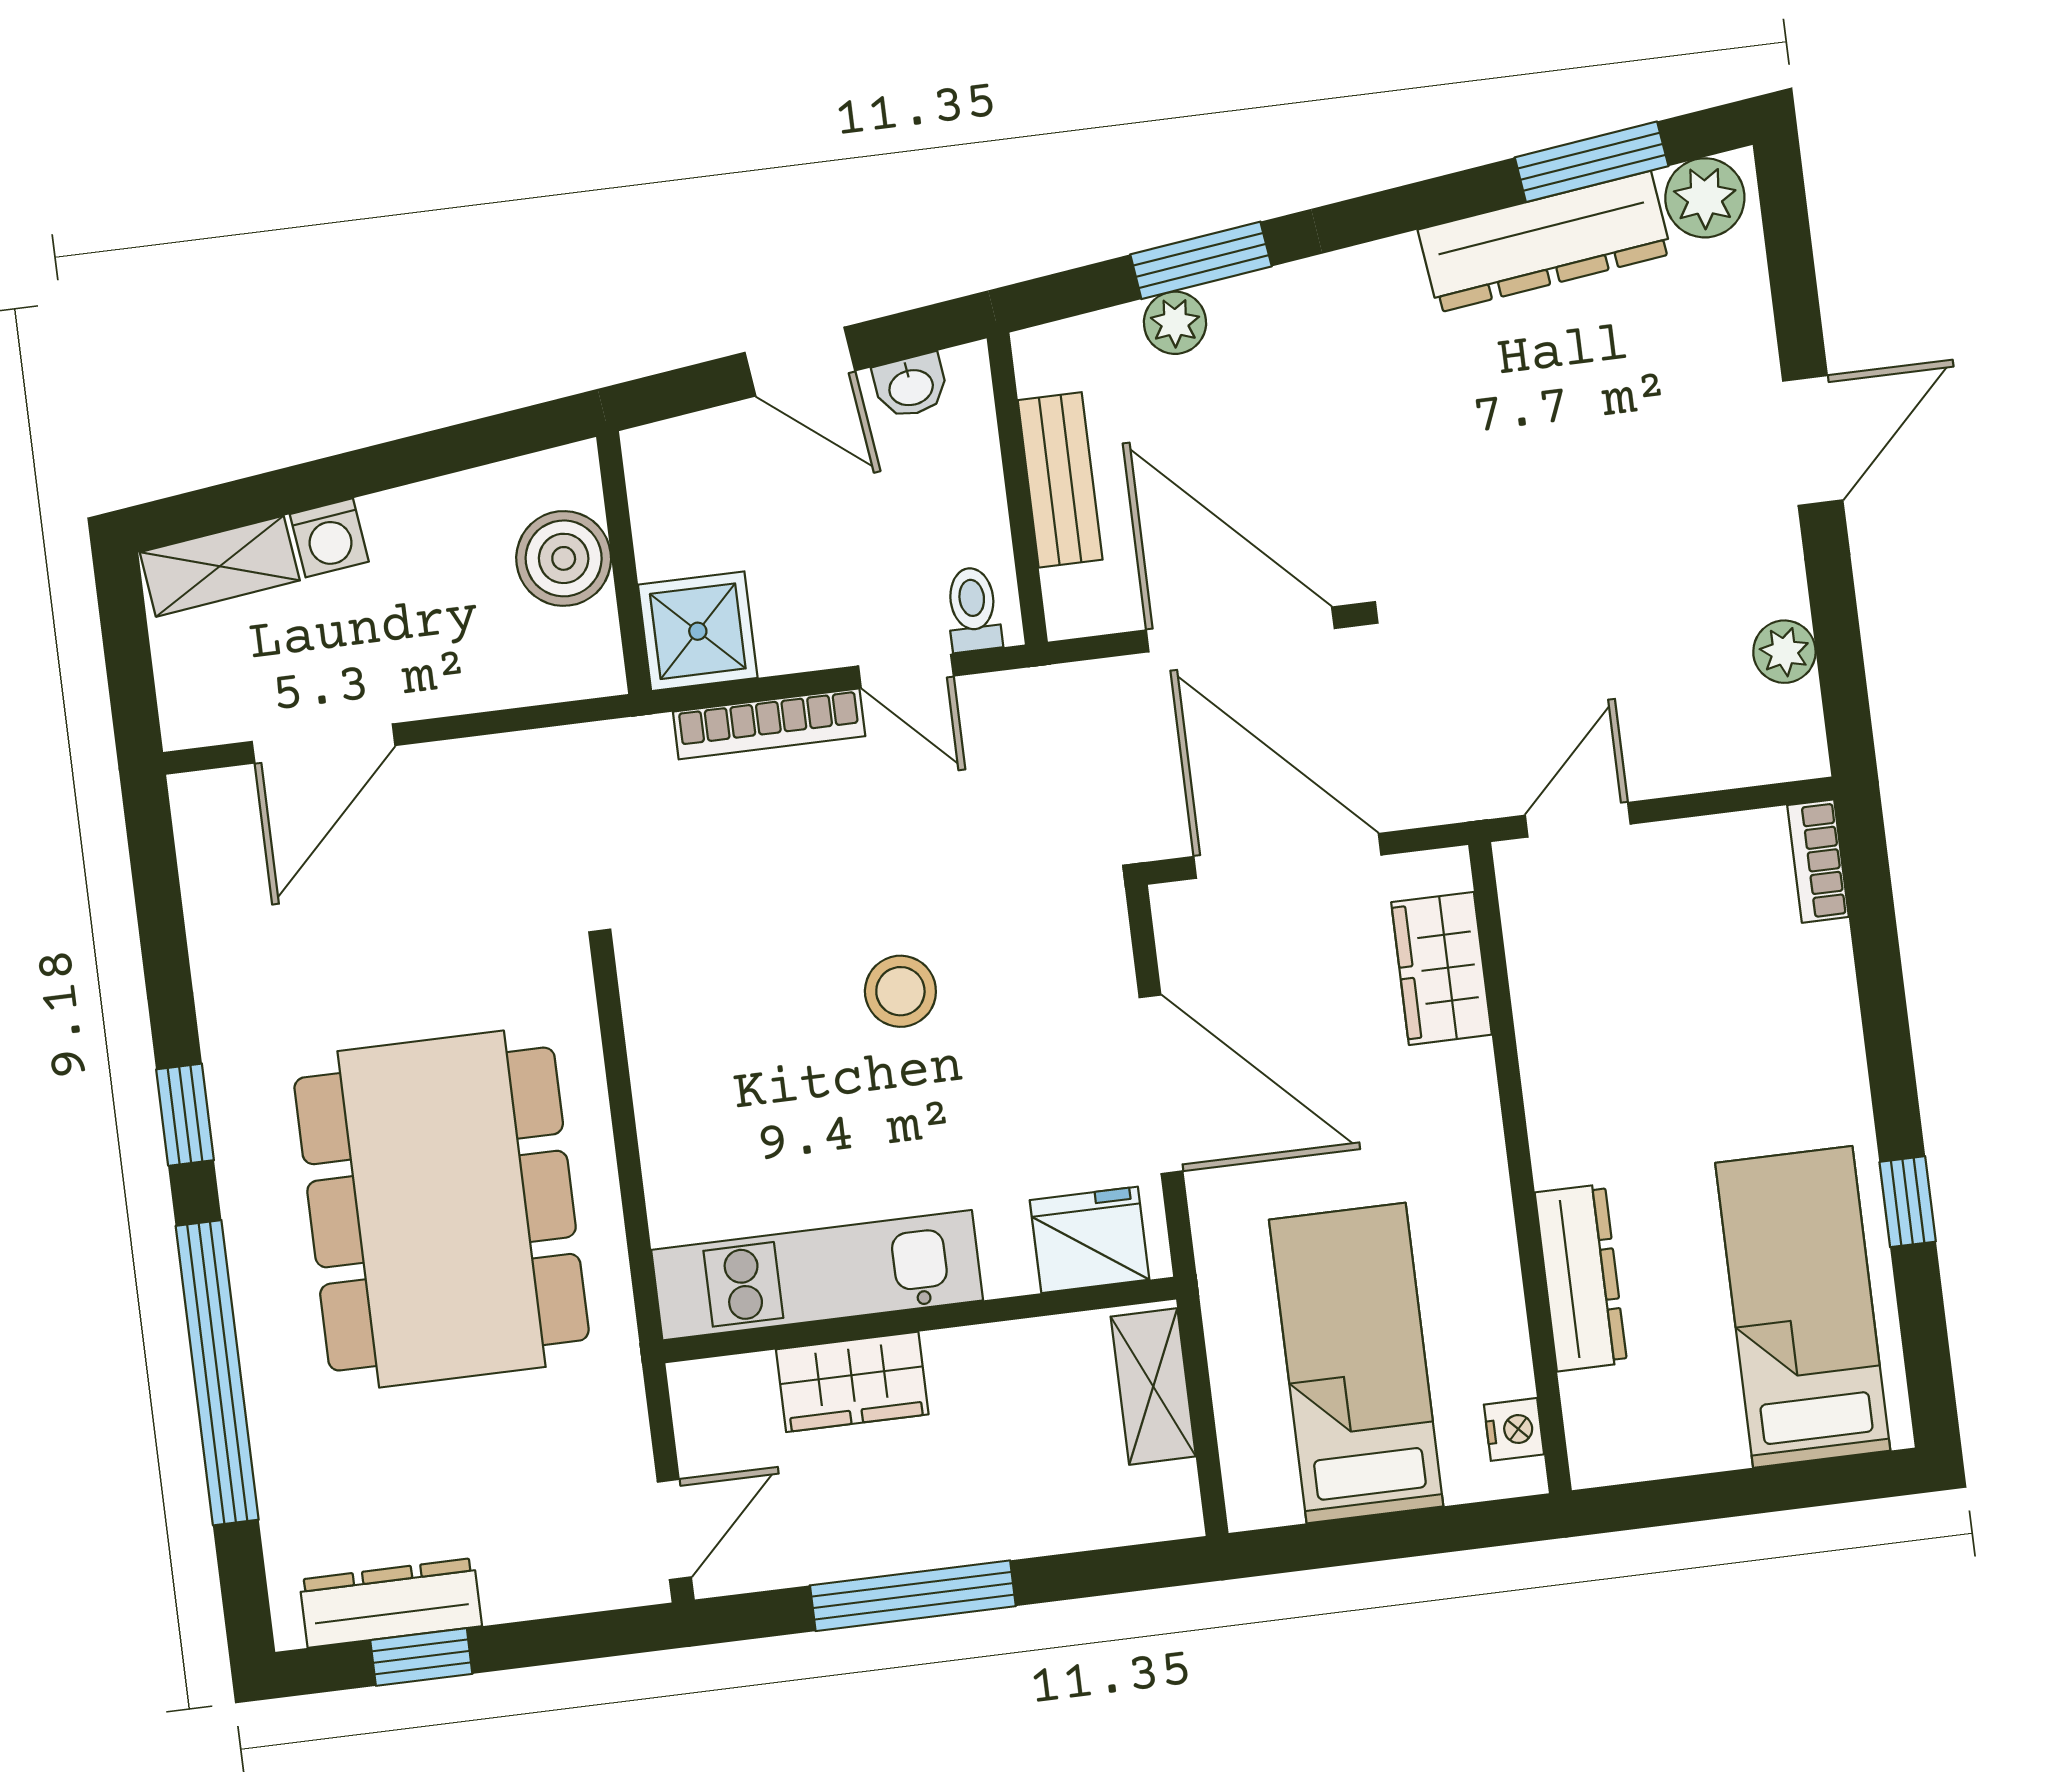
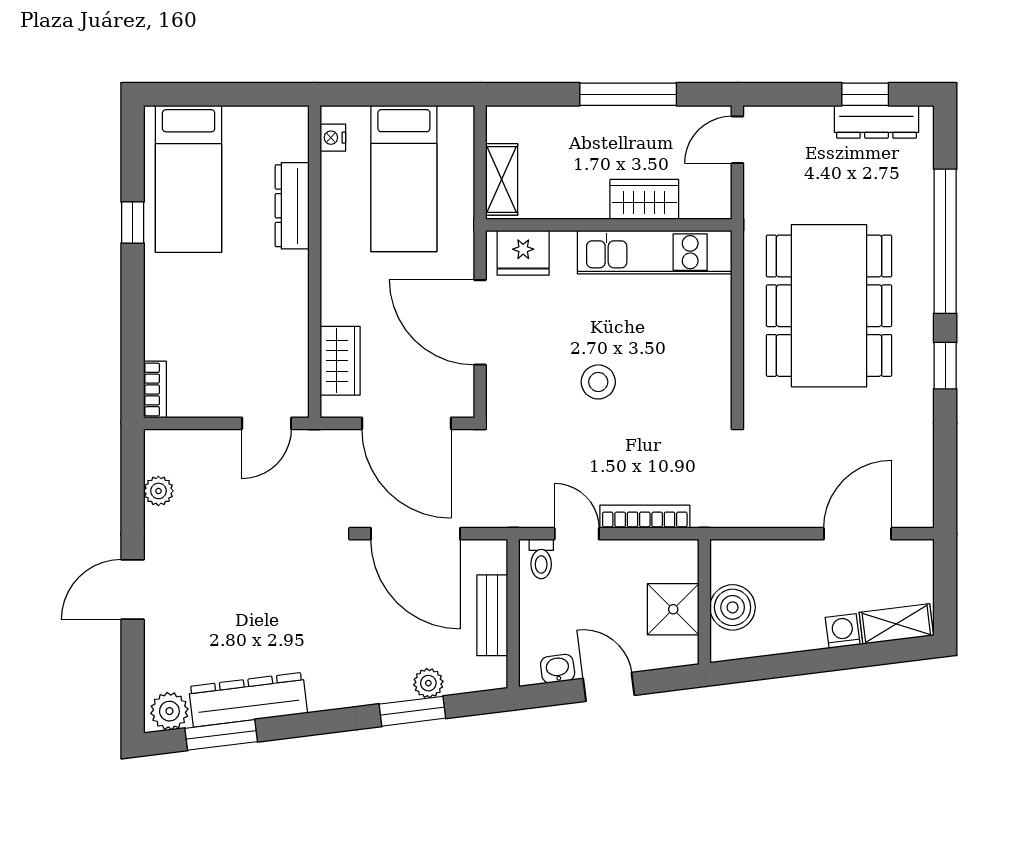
shower: (698, 631) -> (673, 609), moved

